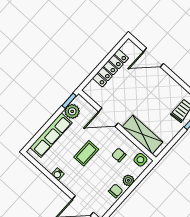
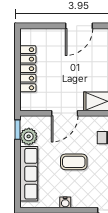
door: (153, 58) -> (79, 26), moved
coffee table: (86, 153) -> (74, 162), turned 90

